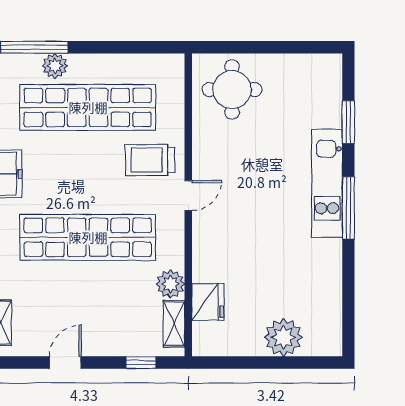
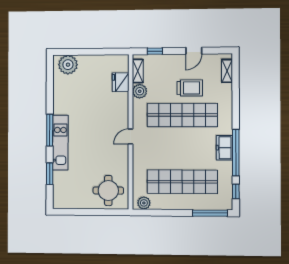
plant: (55, 66) -> (144, 203), moved
trolley: (150, 160) -> (190, 88), moved
plant: (283, 337) -> (68, 65), moved

